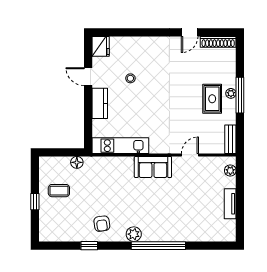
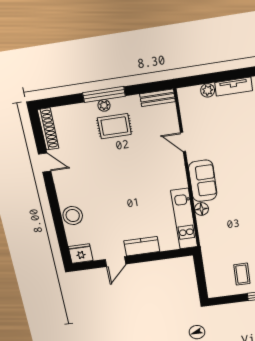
stool: (130, 78) -> (73, 216), moved, width x1.89, depth x1.89
floor lamp: (77, 162) -> (202, 209), moved
plant: (230, 171) -> (208, 90), moved

